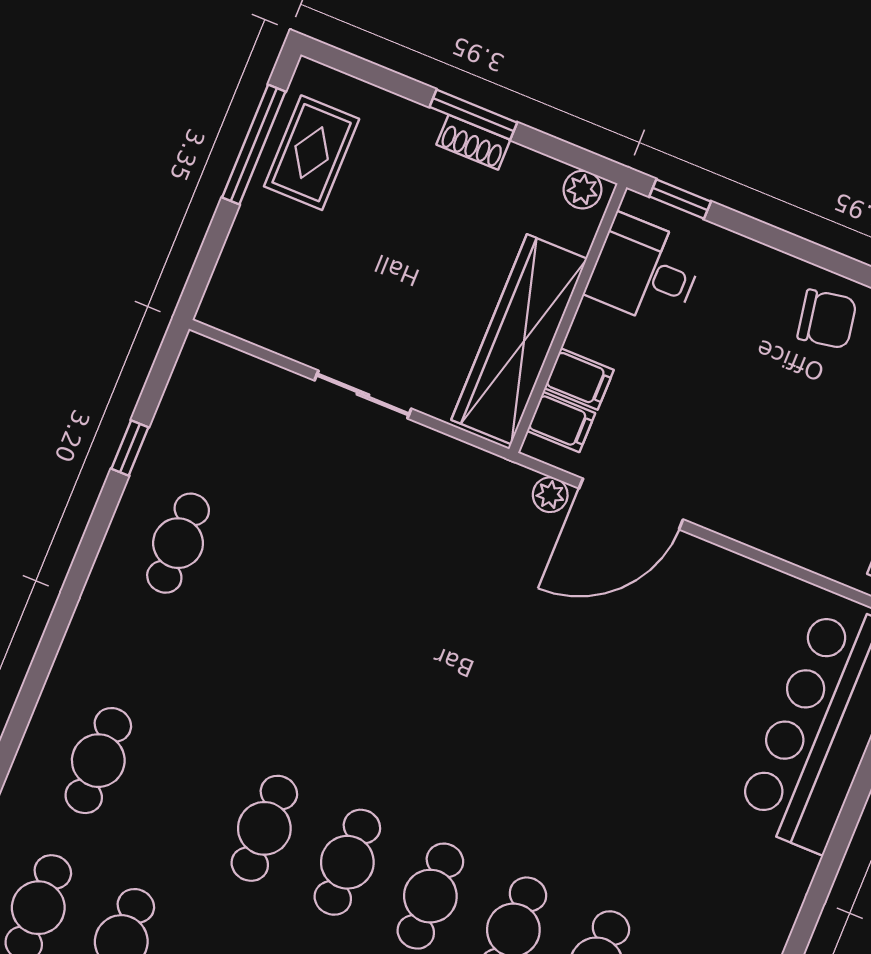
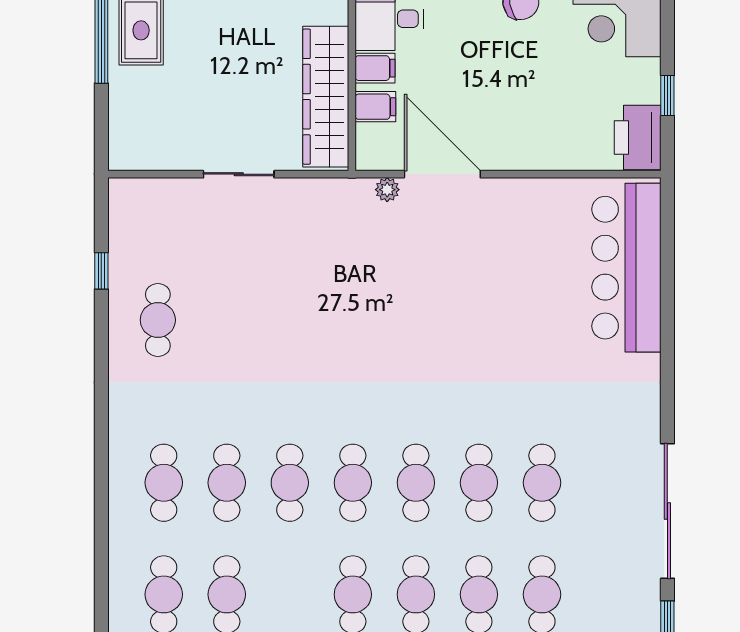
filing cabinet: (561, 422) -> (375, 68), moved
door: (631, 504) -> (442, 174), swing flipped
cafe table: (181, 794) -> (227, 483), added

